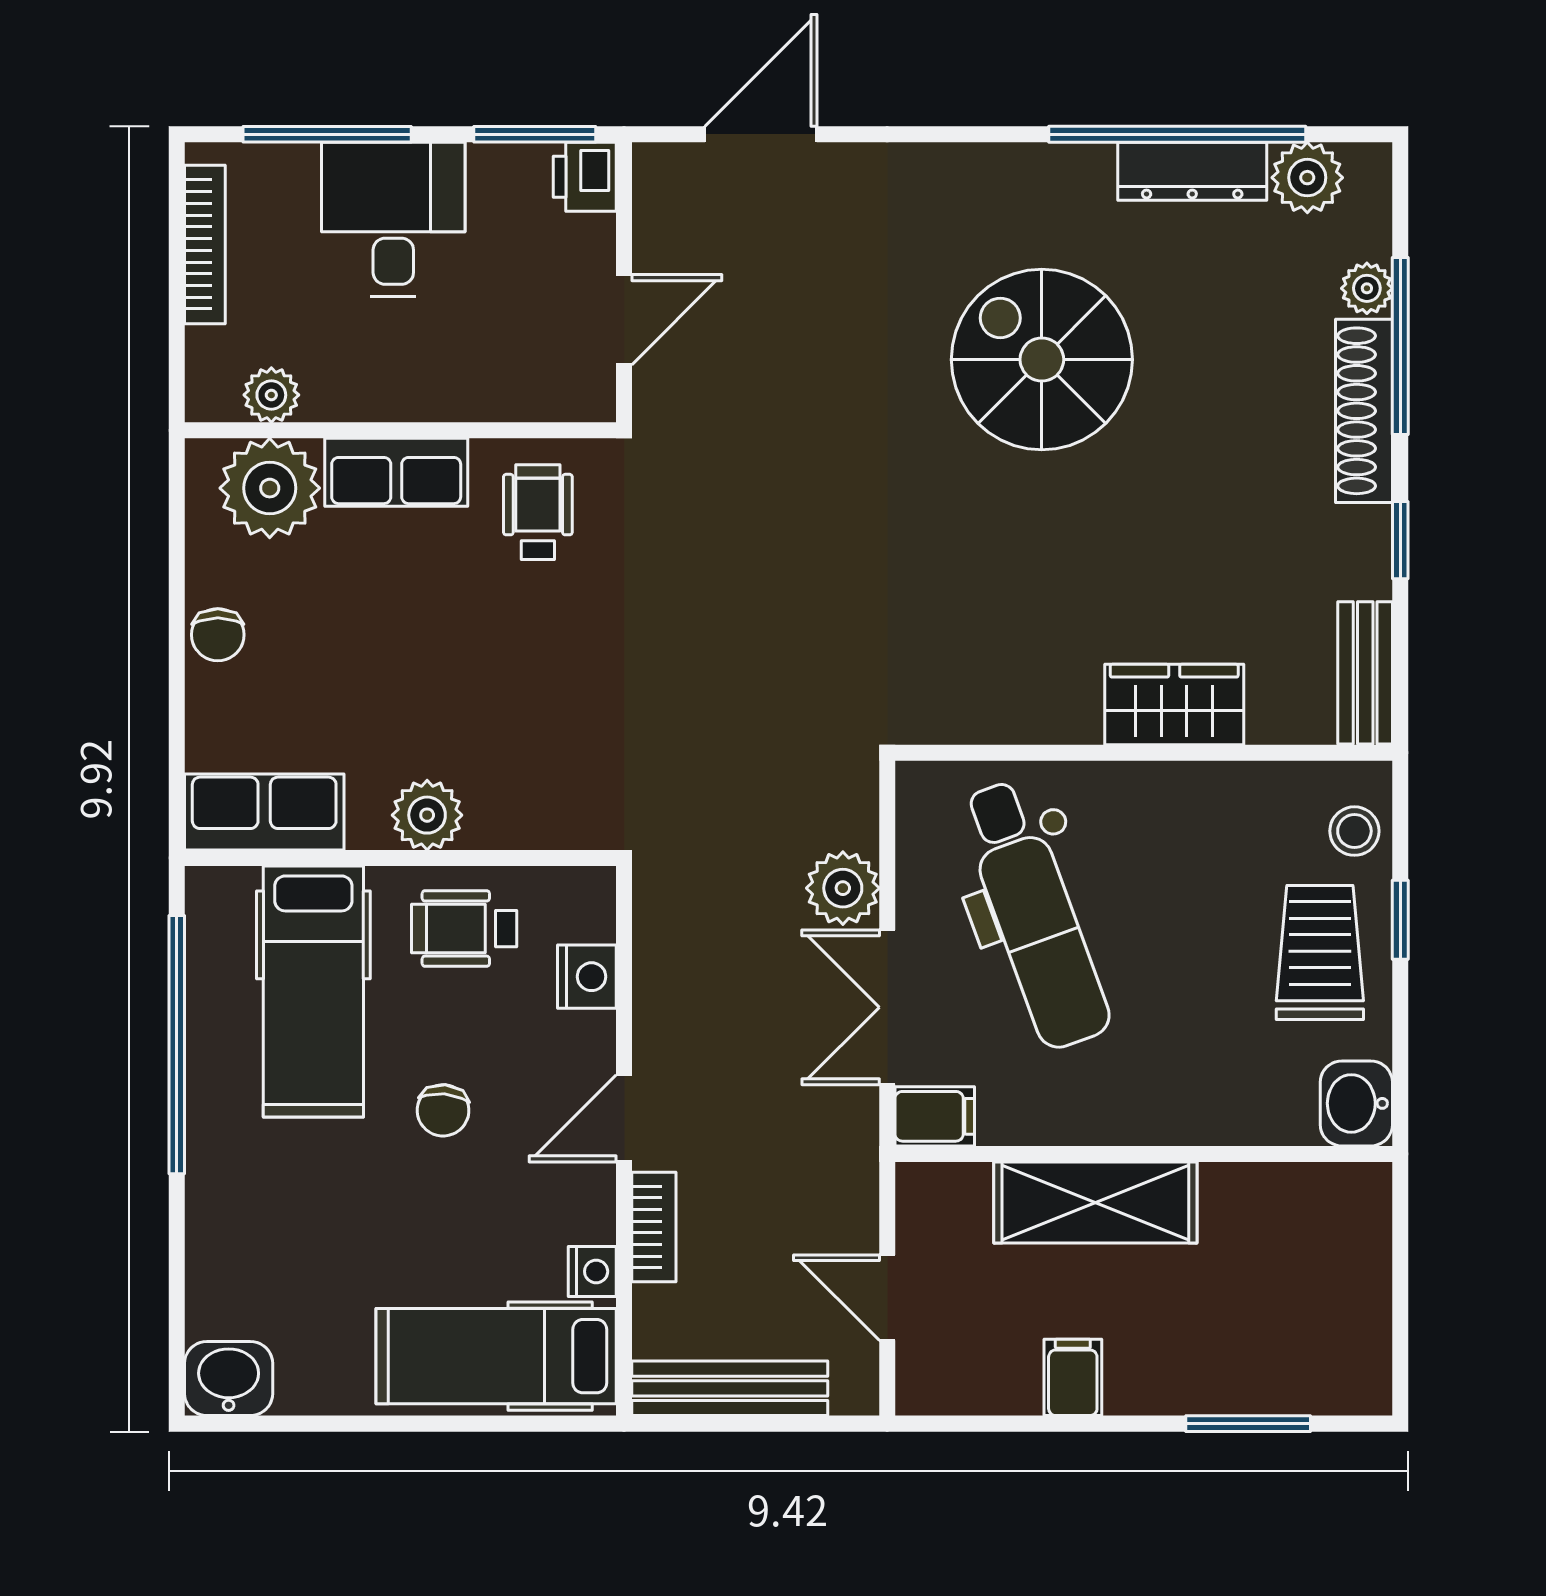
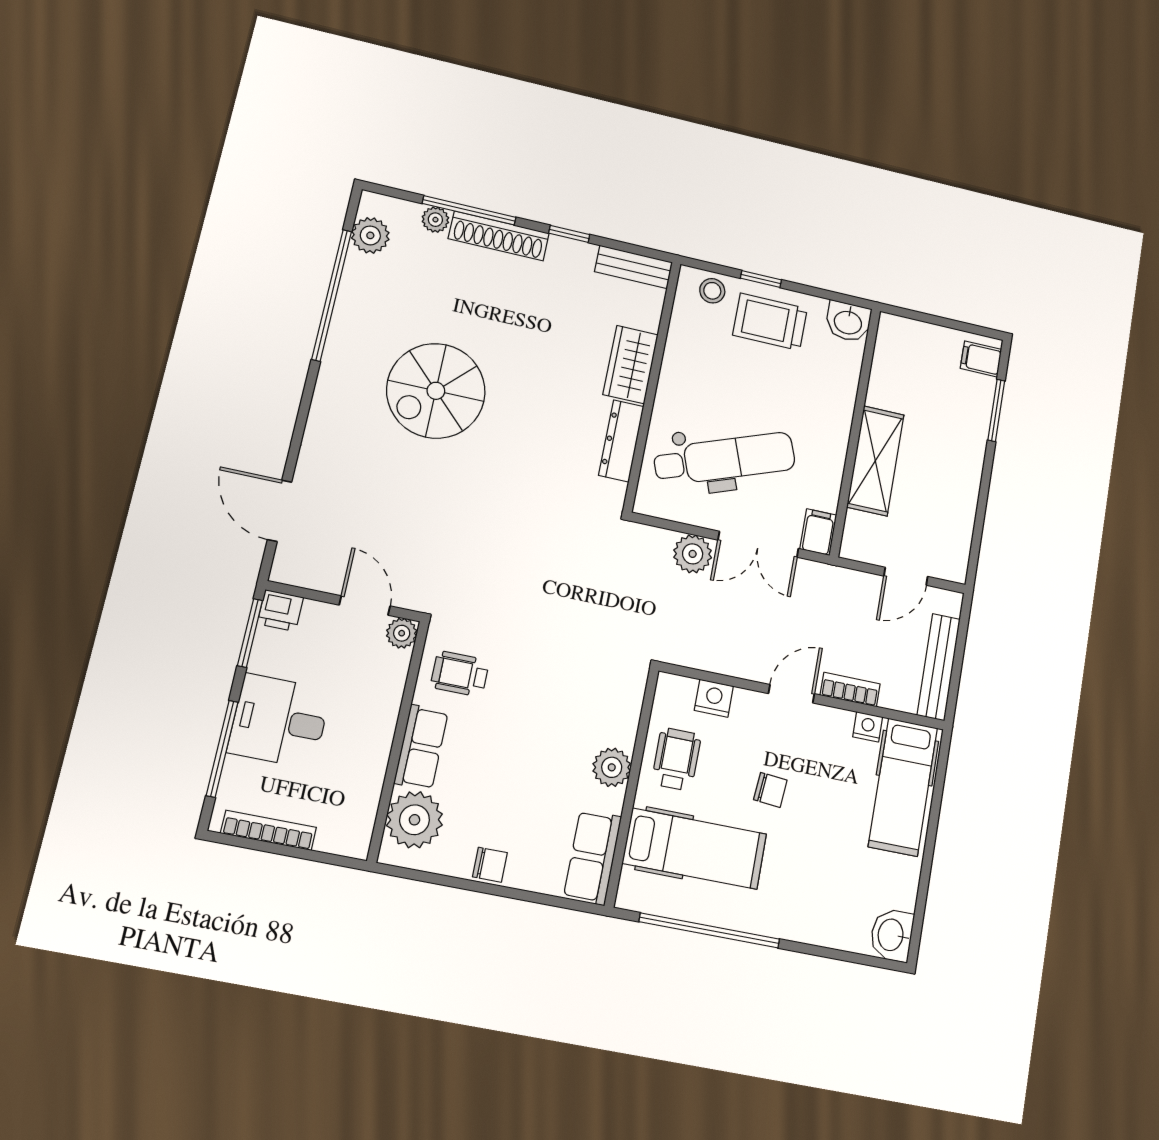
dresser: (1192, 171) -> (621, 441), moved, turned 180
plant: (271, 395) -> (402, 633), moved
wheelchair: (464, 929) -> (676, 759), turned 180
door: (624, 1118) -> (791, 694), swing flipped
filing cabinet: (1073, 1377) -> (981, 359), moved

